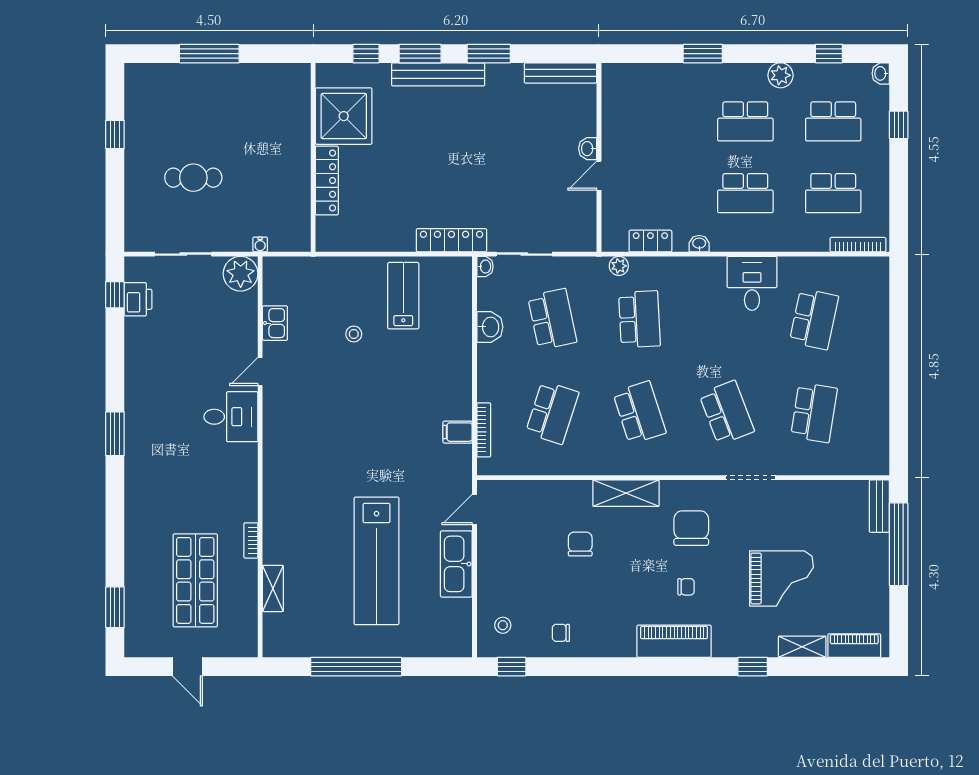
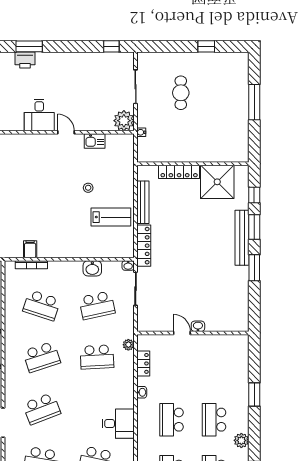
bench: (561, 73) -> (143, 202), moved
printer: (138, 299) -> (25, 60), moved

